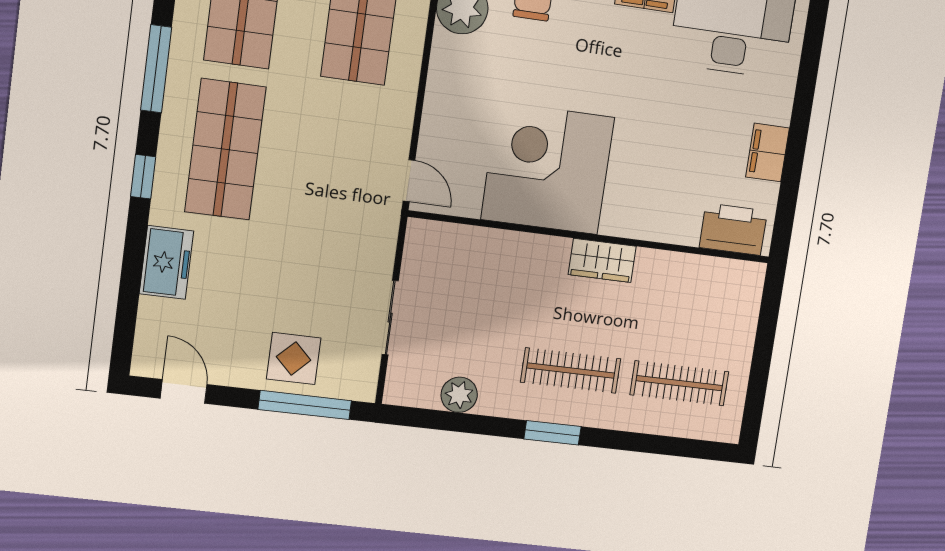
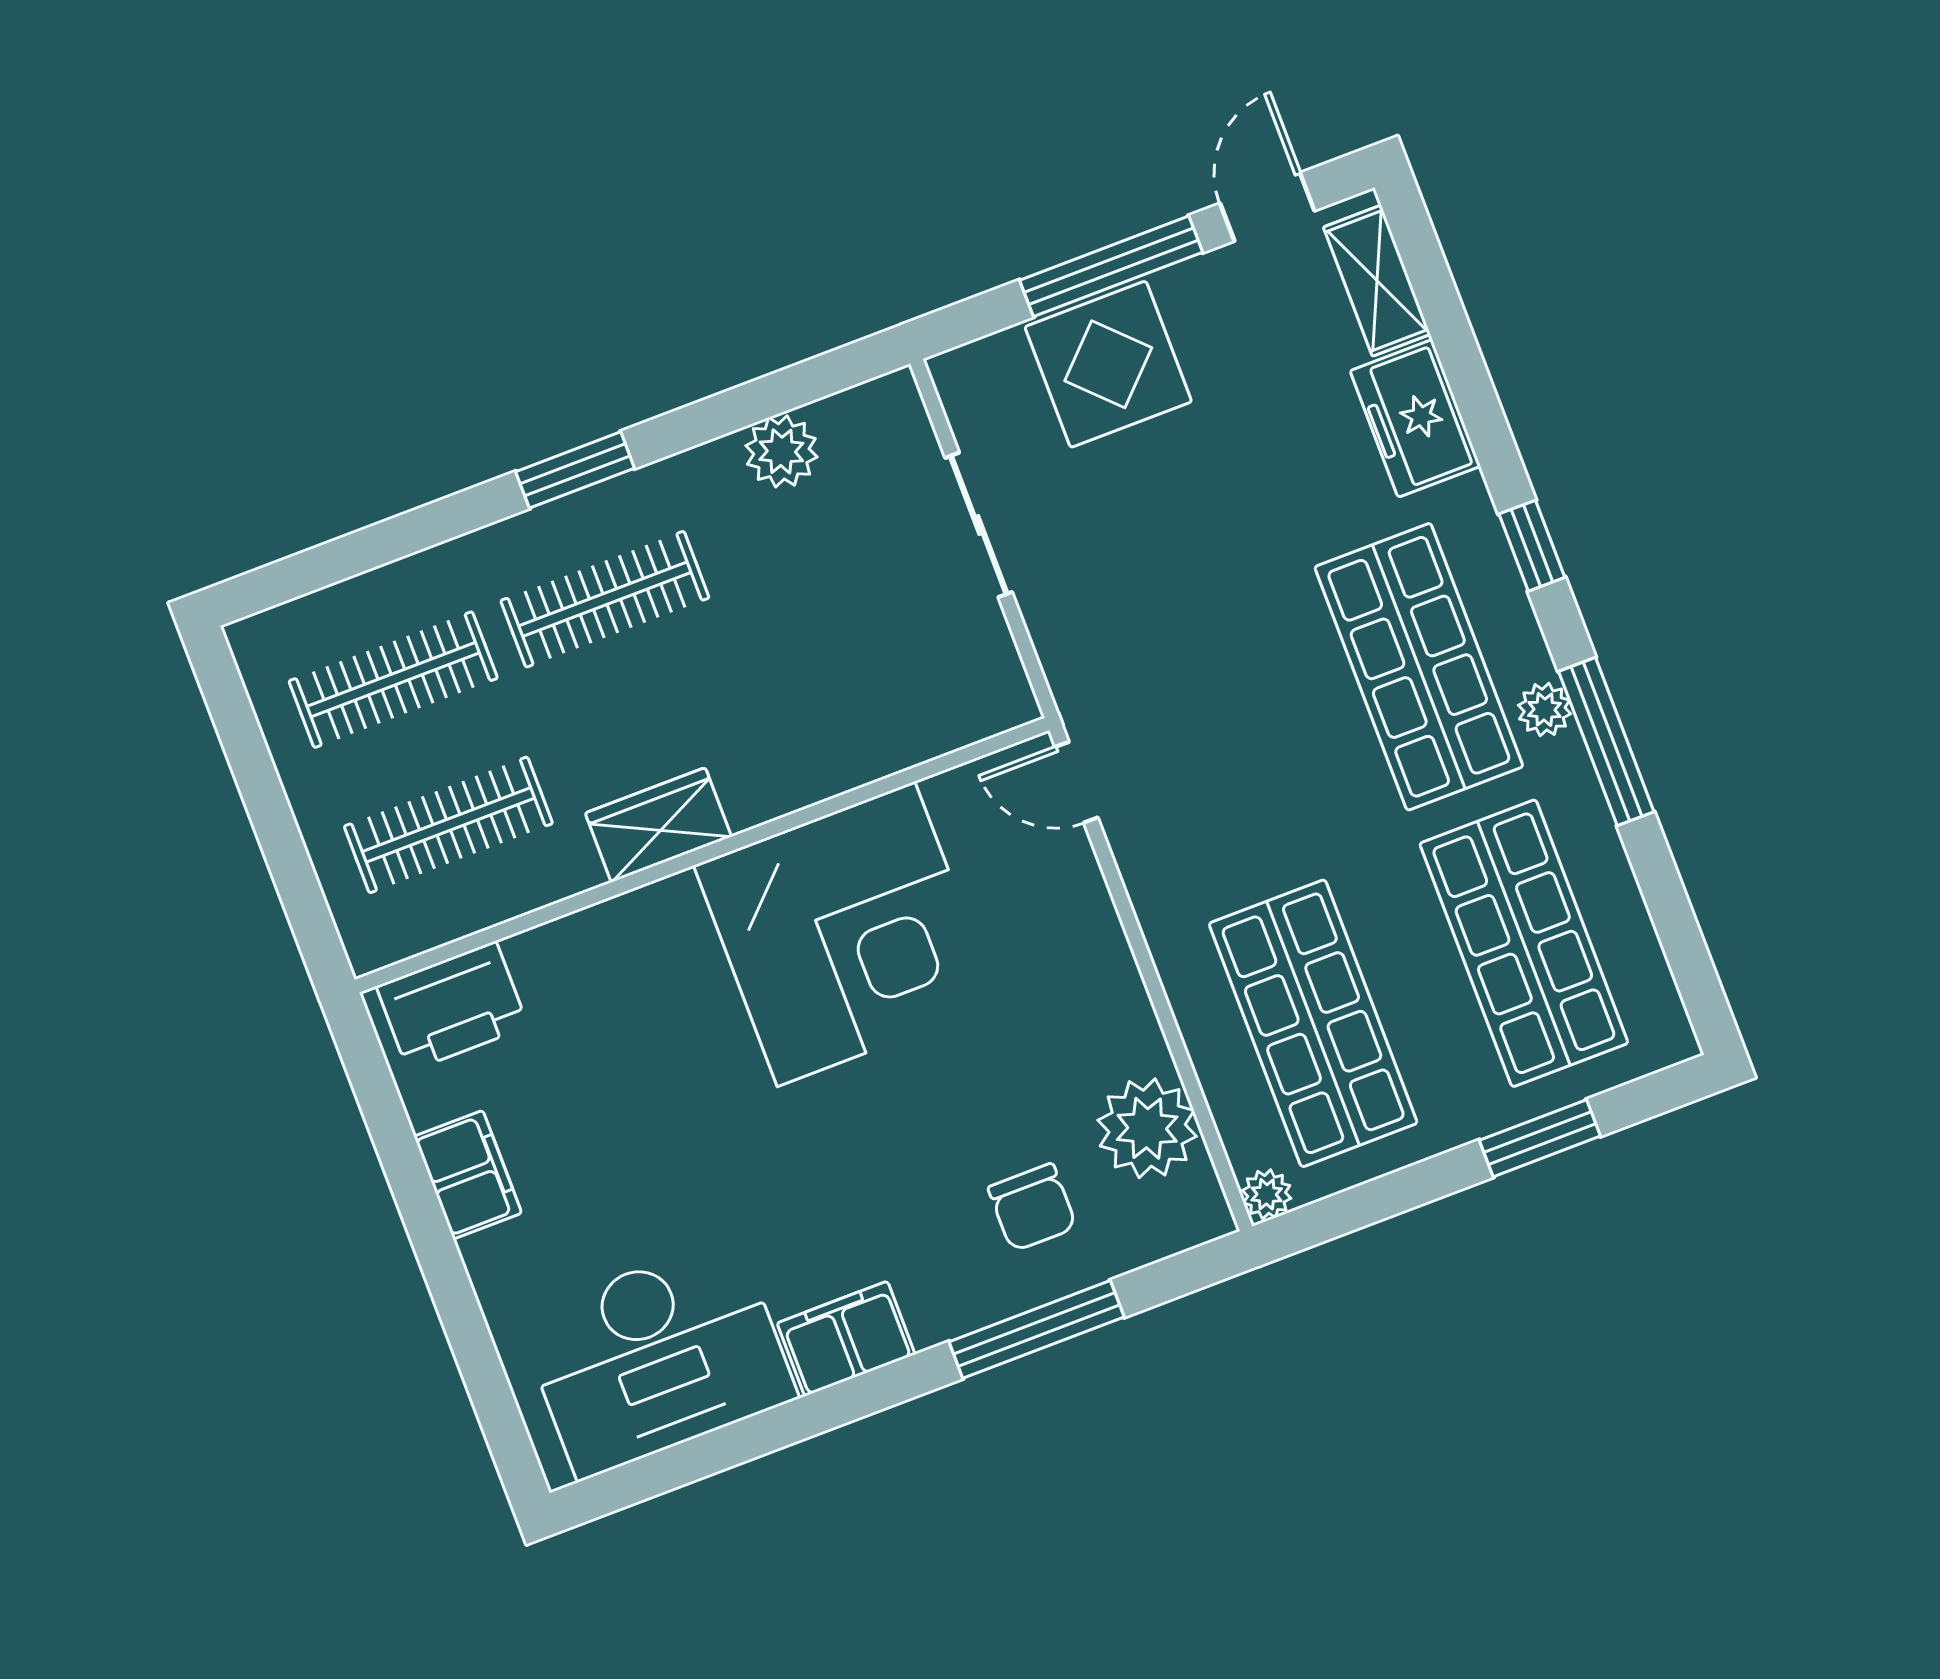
plant: (177, 99) -> (1545, 710), added
clothes rail: (691, 309) -> (448, 825), added
shelving: (151, 333) -> (1377, 281), added
display table: (294, 358) -> (1108, 364), width x1.36, depth x1.36
door: (184, 391) -> (1267, 207), swing flipped
window: (305, 405) -> (1111, 266), moved

